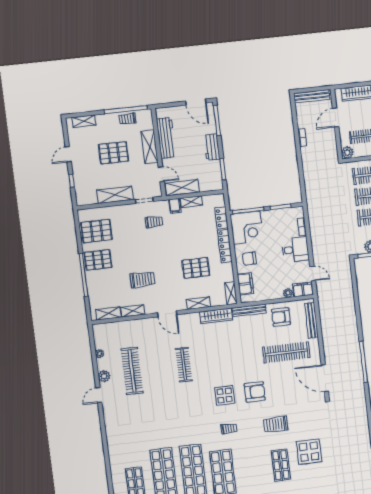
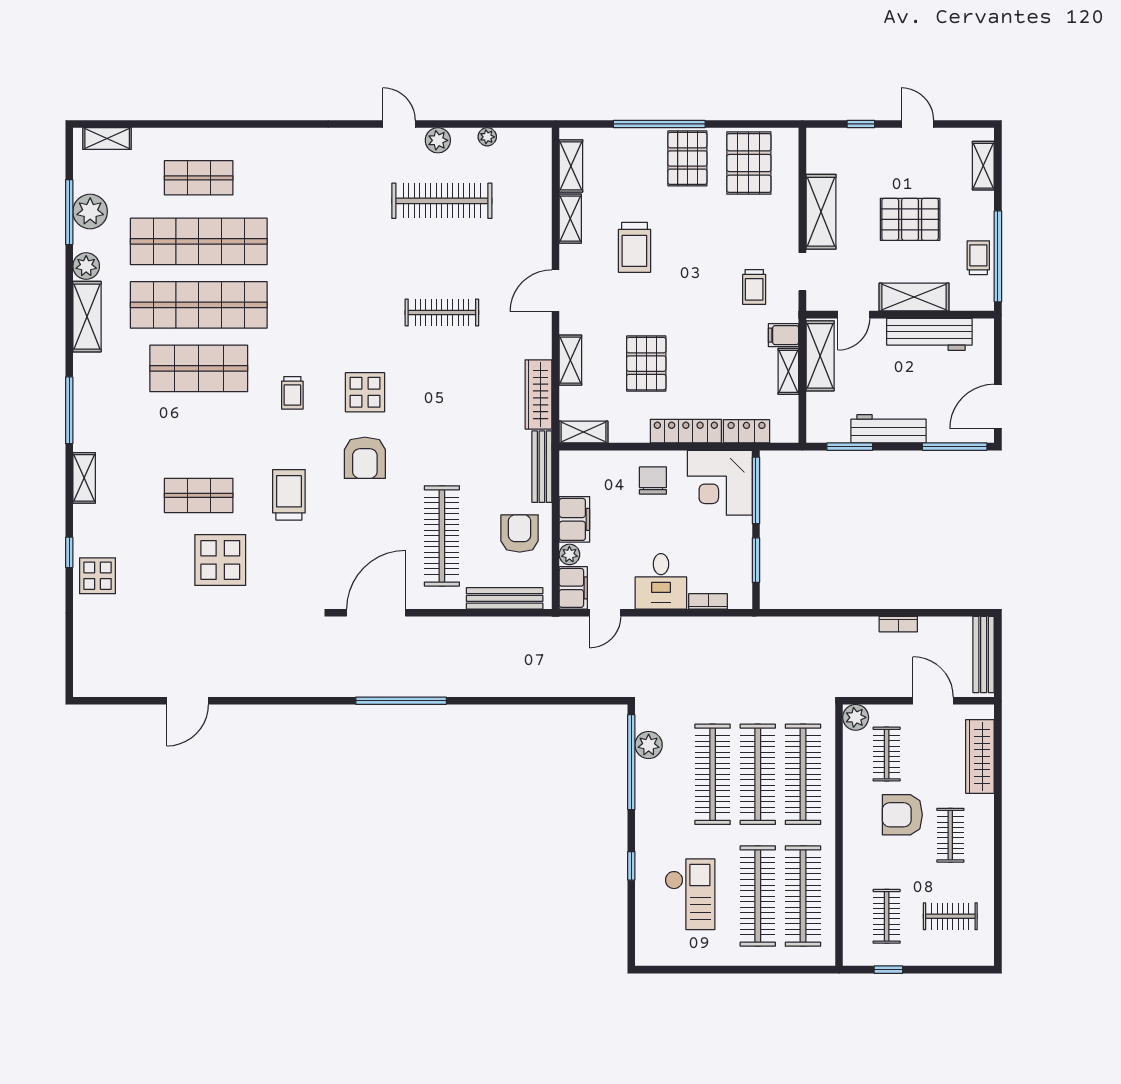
workbench: (212, 147) -> (889, 429), width x1.38
pallet: (113, 153) -> (910, 219), turned 90
filing cabinet: (245, 284) -> (574, 519), moved, turned -90

